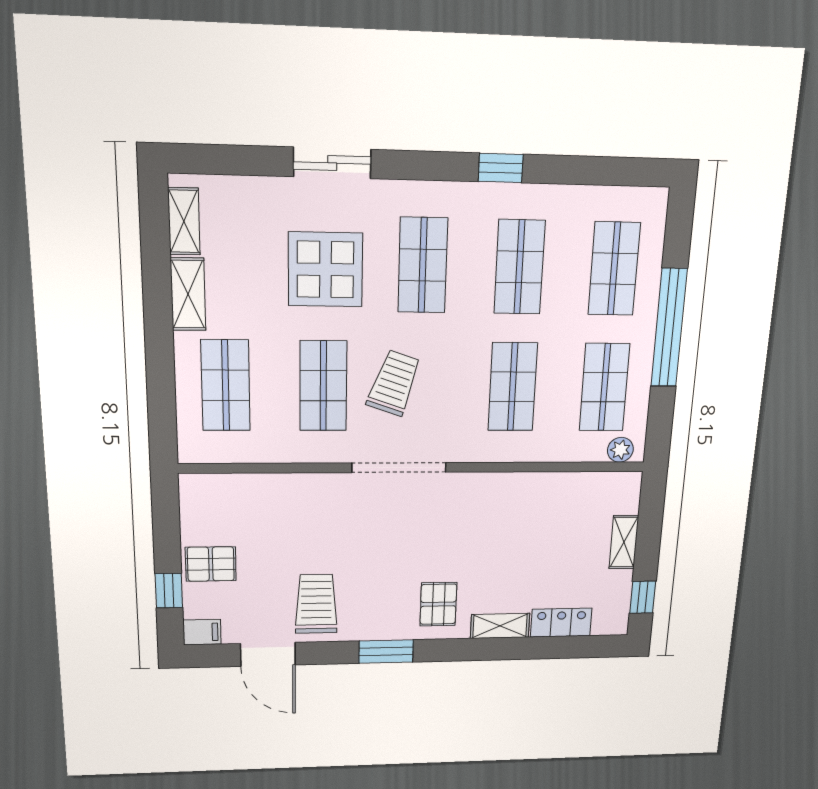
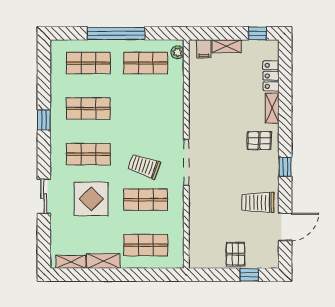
shop shelf: (513, 387) -> (146, 109), removed
filing cabinet: (202, 632) -> (204, 49), moved, turned 180
window: (386, 652) -> (285, 167), width x0.67

